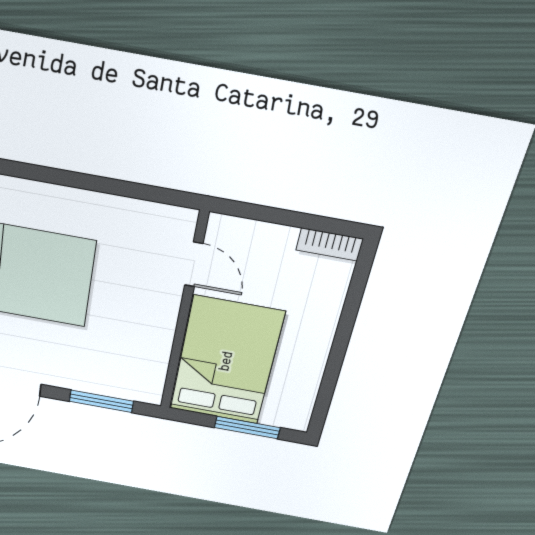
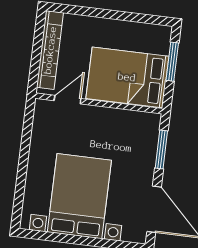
bookcase: (330, 244) -> (50, 50), width x2.31, depth x1.31

